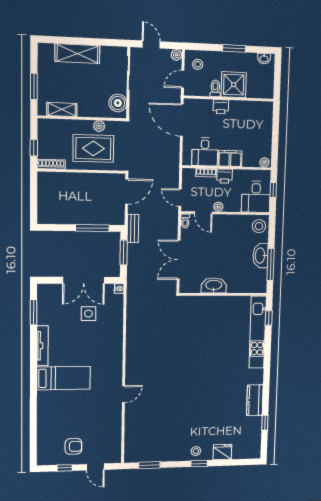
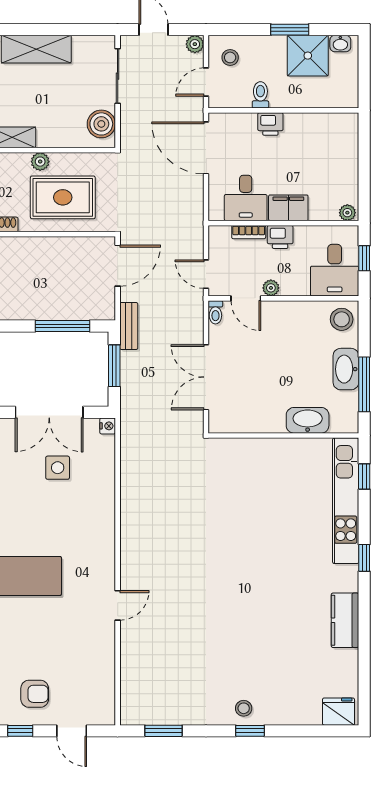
shower: (234, 85) -> (308, 56), moved
plant: (99, 126) -> (40, 162), moved
washbasin: (214, 285) -> (308, 420), moved
window: (265, 423) -> (364, 558), moved
fridge: (222, 452) -> (339, 712), moved

